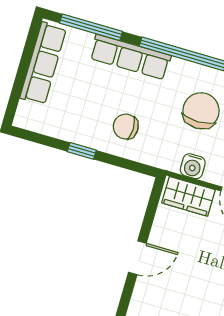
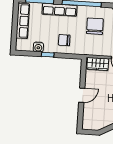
water cooler: (193, 166) -> (38, 47), moved

